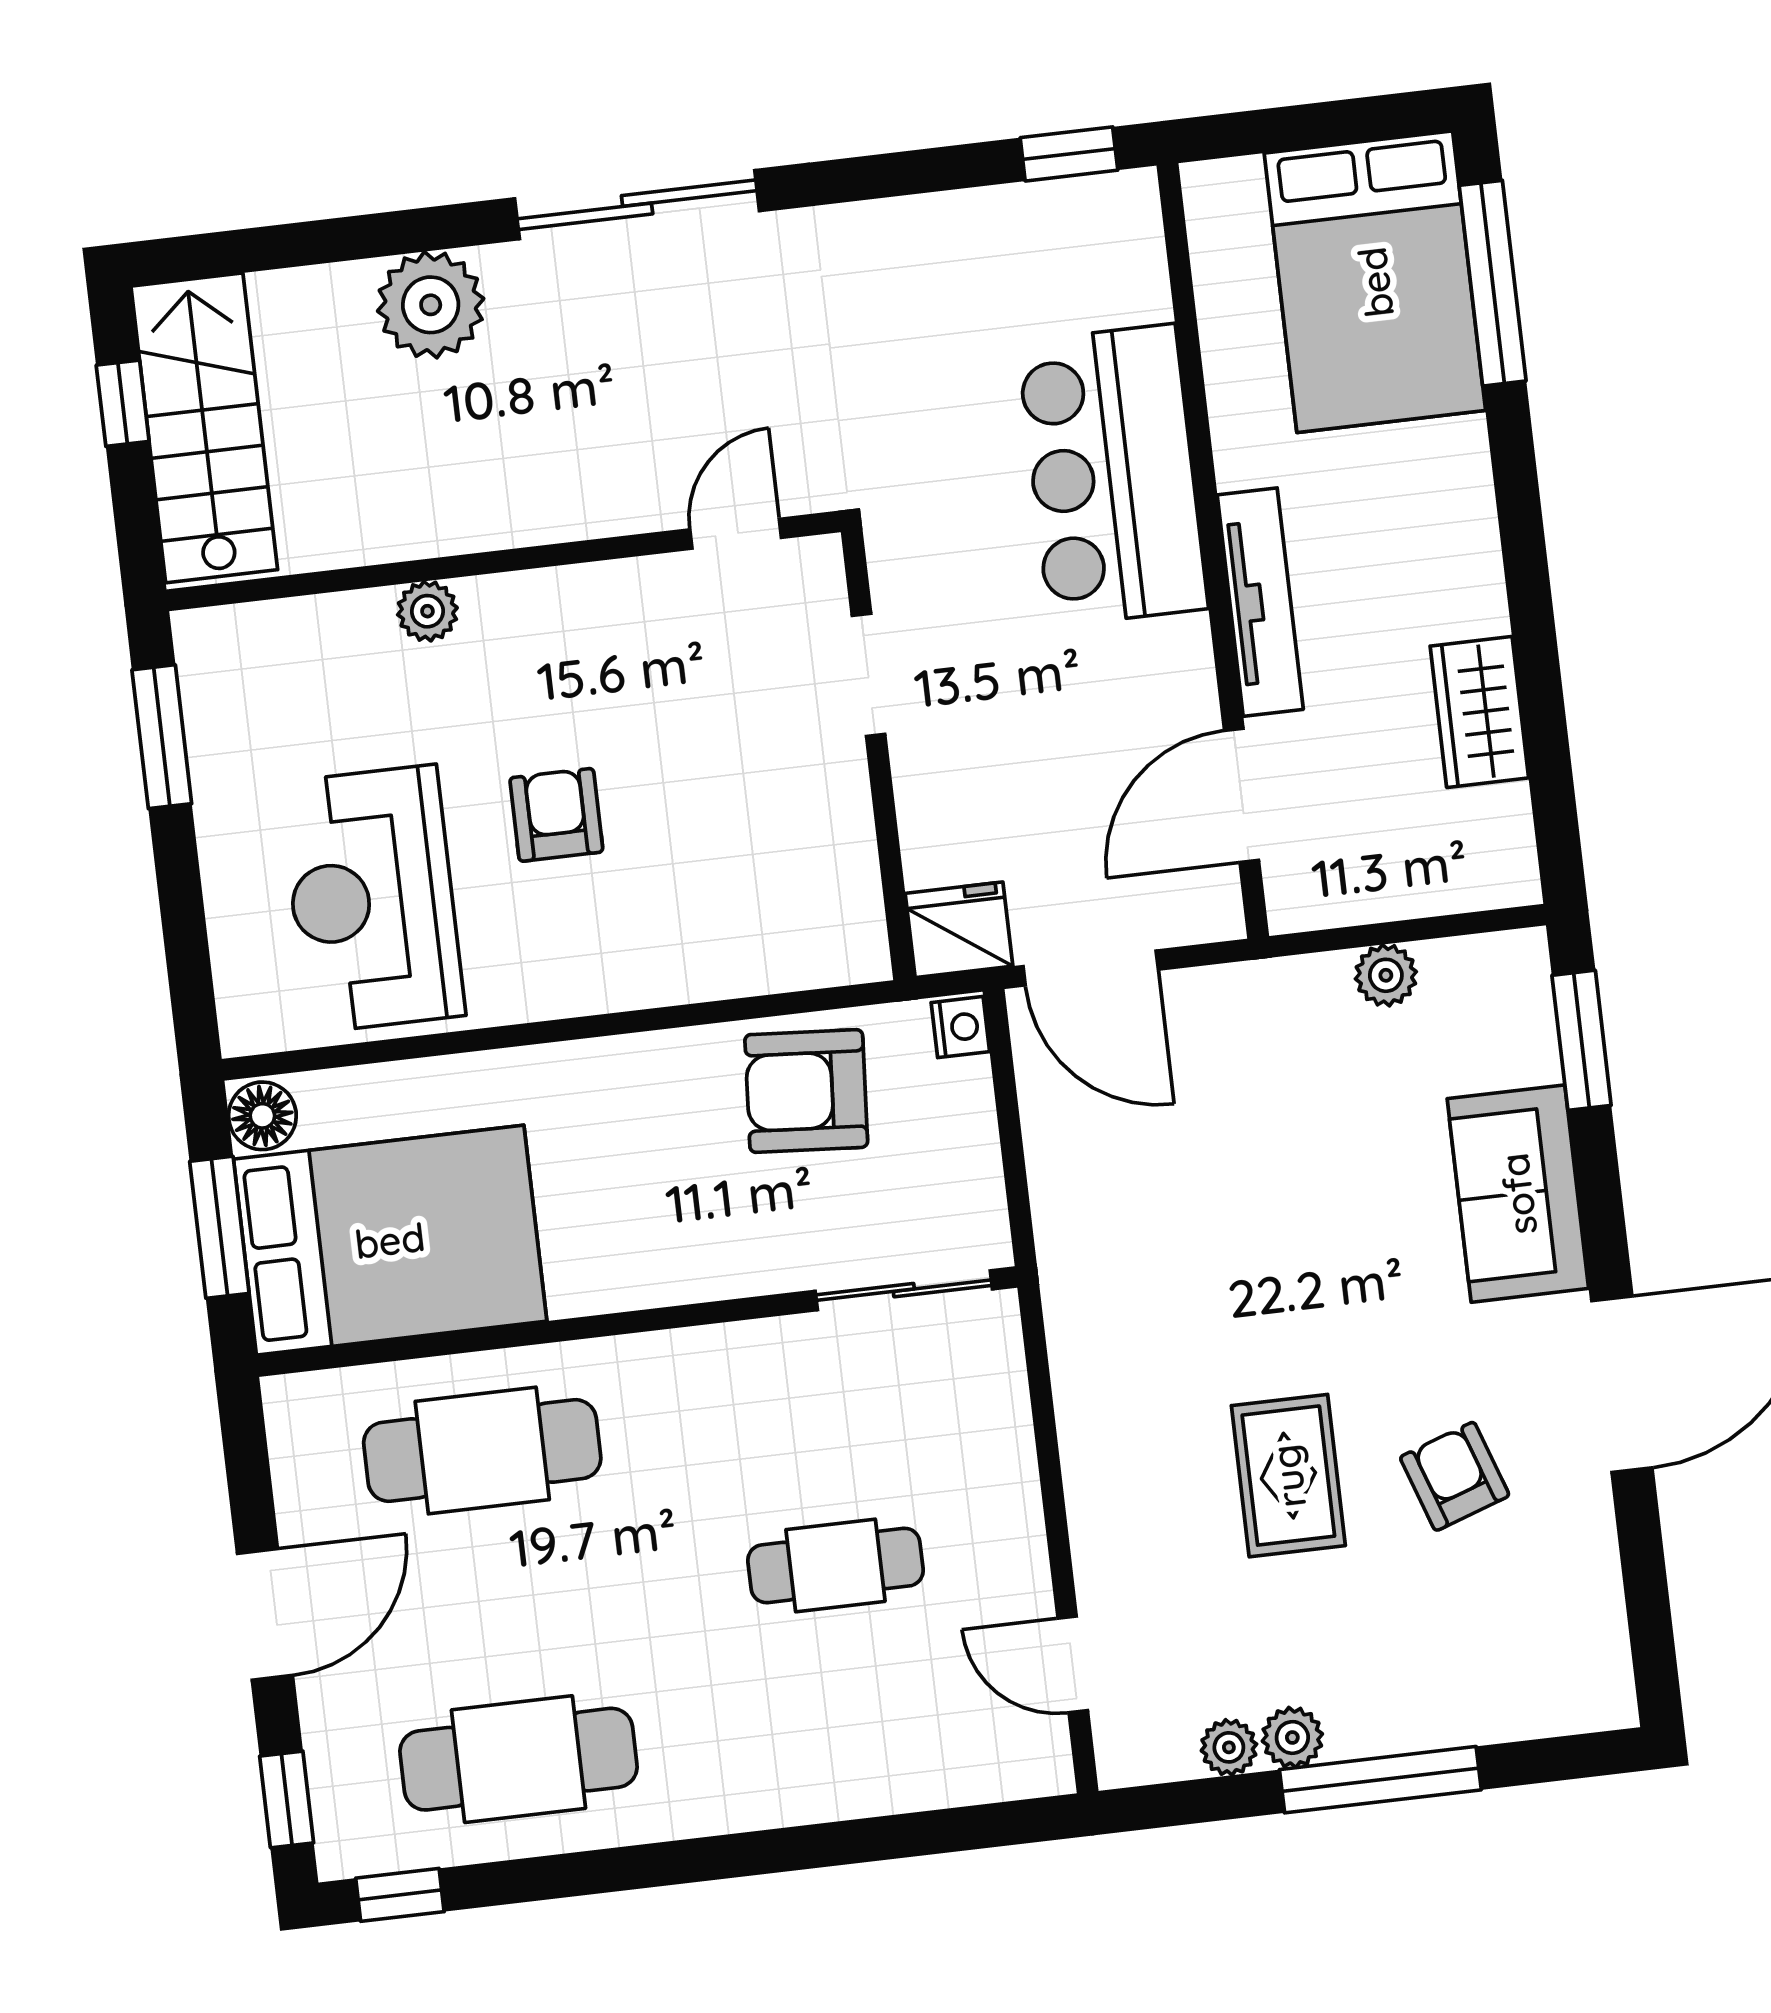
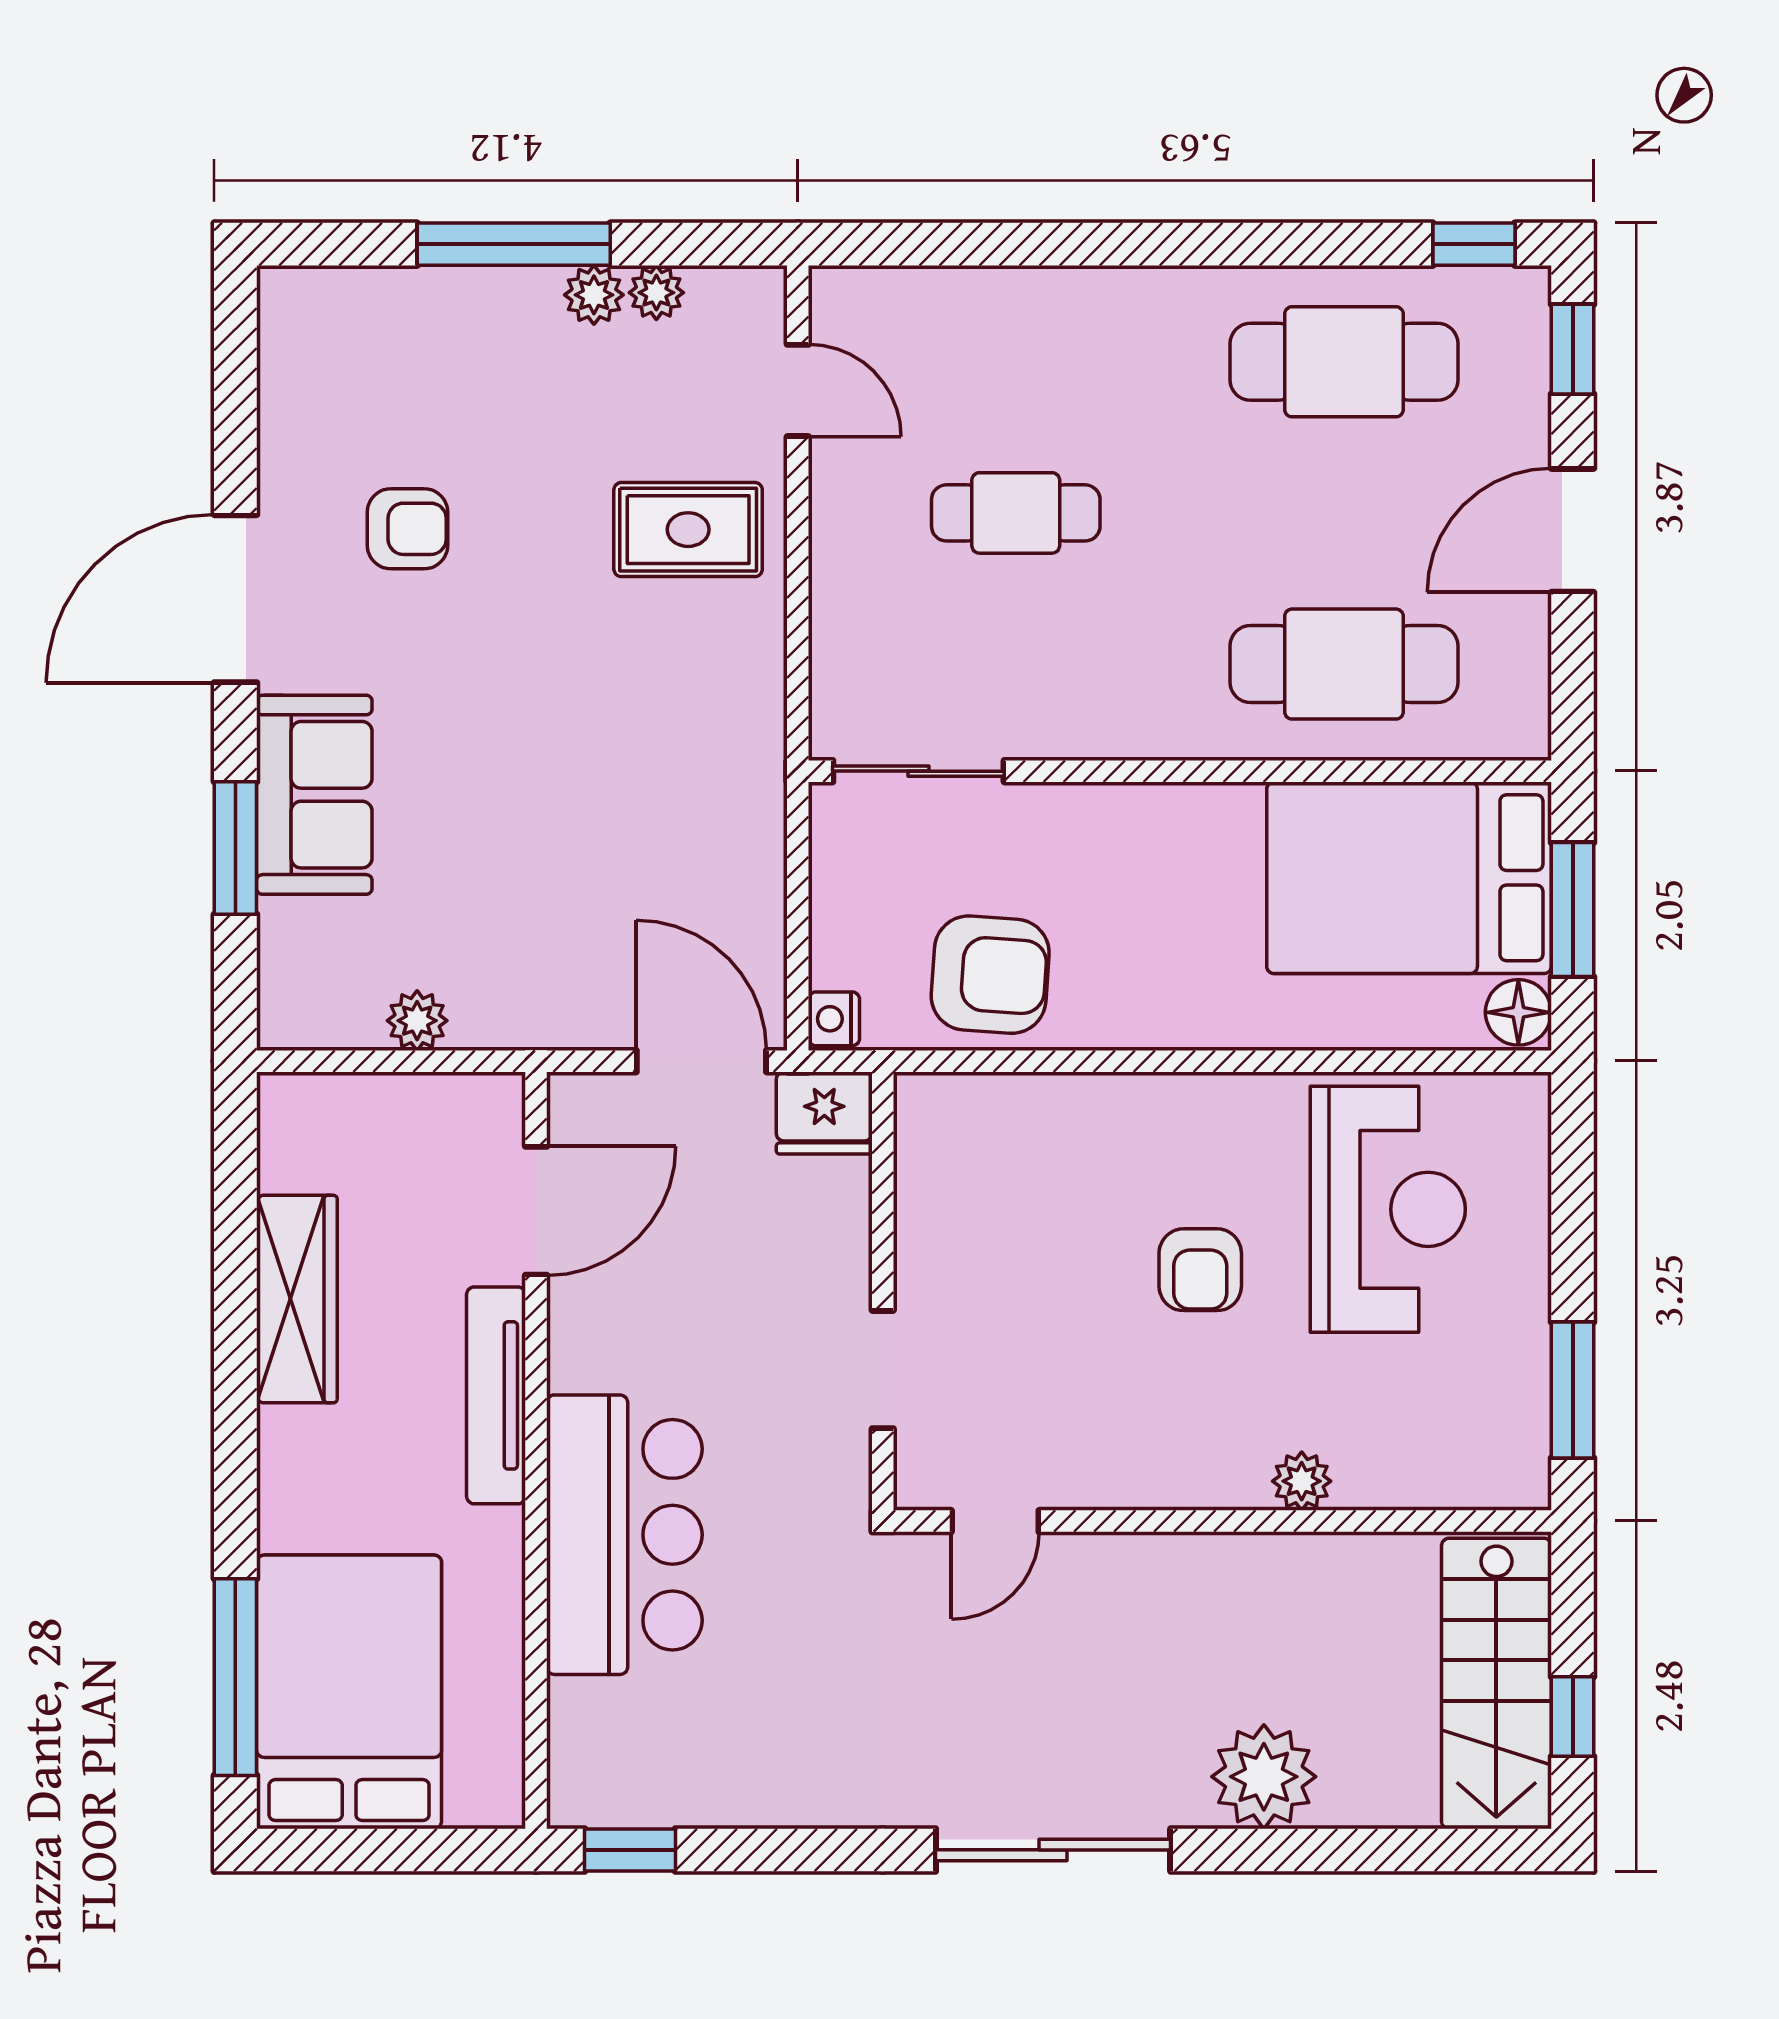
wardrobe: (1479, 712) -> (297, 1299), width x1.50
window: (1582, 1040) -> (235, 848), moved
rug: (1288, 1476) -> (688, 530), moved, turned 90
armchair: (1455, 1476) -> (408, 529), turned -71

